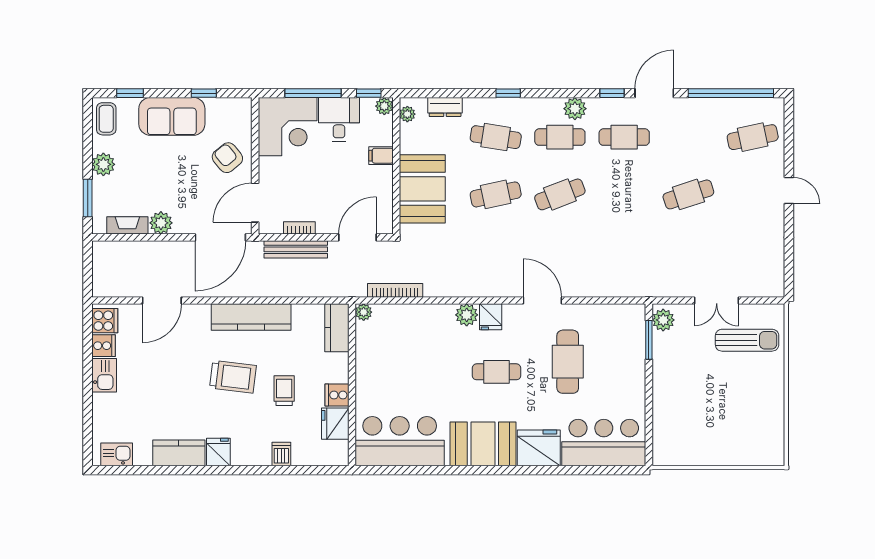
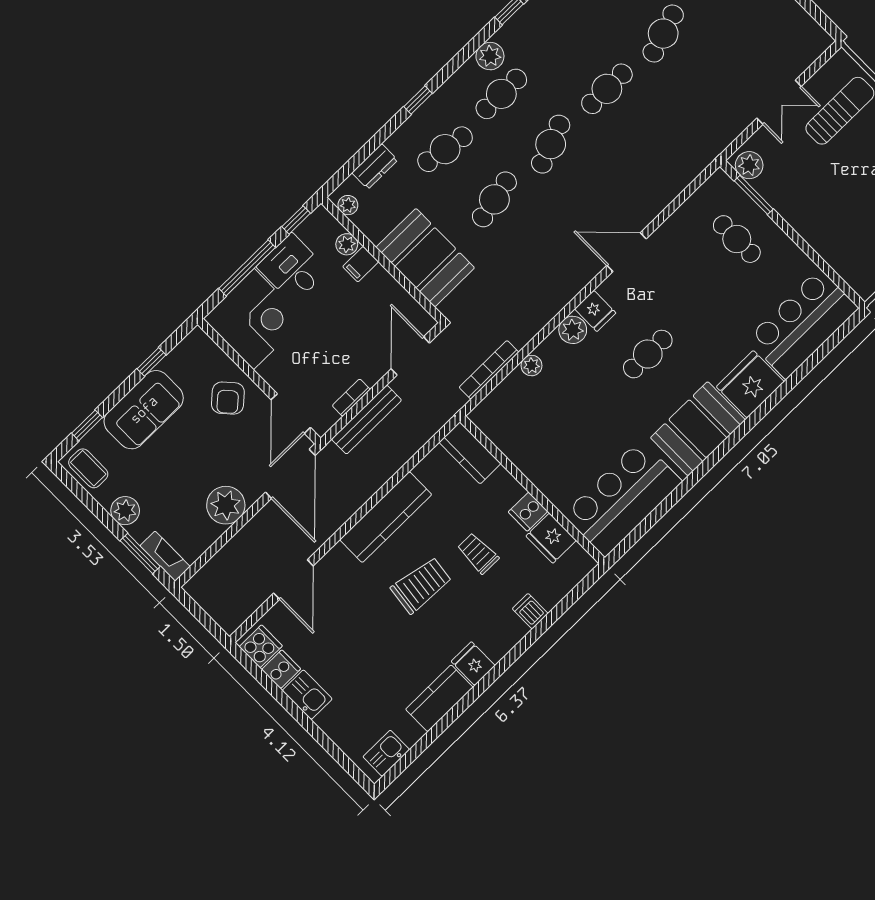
plant: (384, 106) -> (347, 244), moved
cafe table: (624, 137) -> (607, 89), moved
armchair: (227, 158) -> (228, 398), turned -93
plant: (161, 223) -> (226, 505), width x1.36, depth x1.36
fireplace: (127, 225) -> (165, 556), moved, turned 90
plant: (364, 312) -> (531, 366), moved
cafe table: (568, 362) -> (737, 239), moved, width x0.73, depth x0.74

